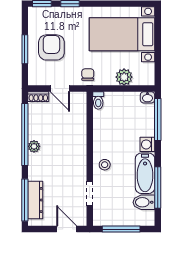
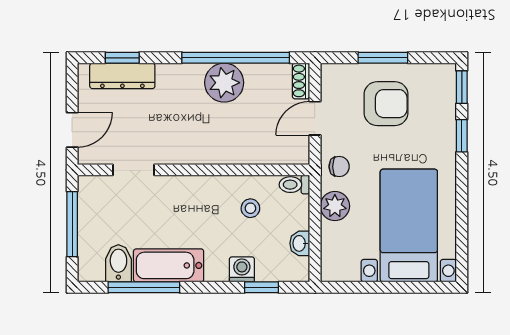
plant: (124, 77) -> (335, 206), moved
washbasin: (147, 97) -> (300, 243), moved
window: (158, 119) -> (262, 287), width x0.46
washing machine: (147, 144) -> (242, 269), moved
plant: (34, 146) -> (224, 83), width x1.88, depth x1.88
stool: (105, 165) -> (250, 208), moved
window: (25, 200) -> (122, 58), width x0.46

